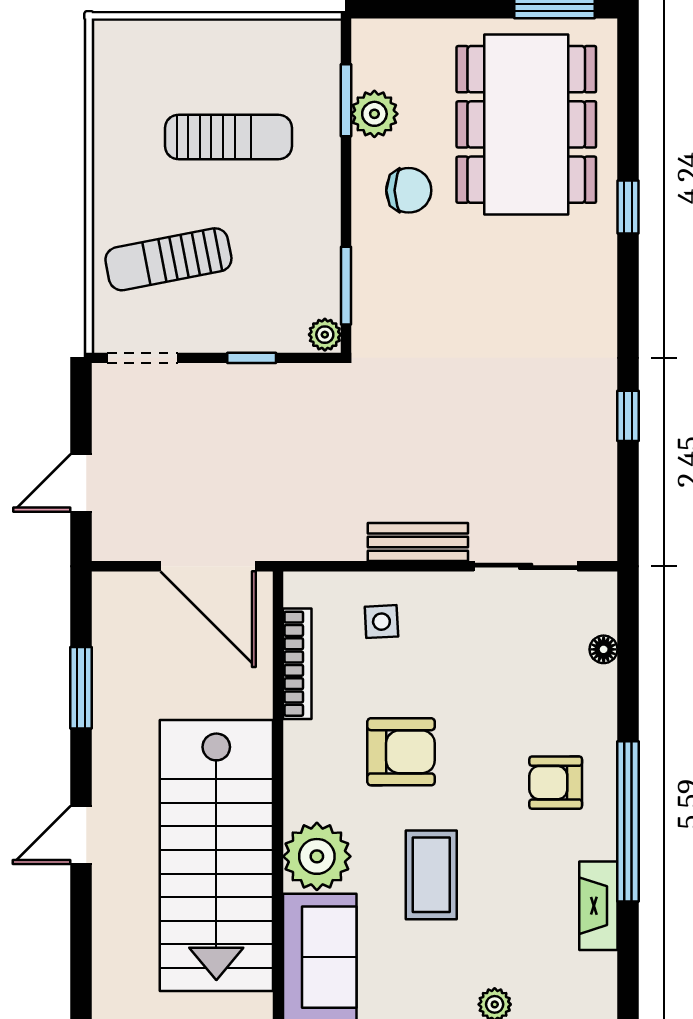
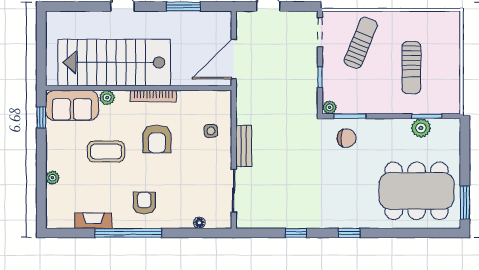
chair: (409, 190) -> (347, 138), moved, turned -90
window: (628, 207) -> (349, 233), moved
sun lounger: (168, 259) -> (361, 43), turned 33
bookcase: (297, 664) -> (153, 96), moved
plant: (317, 856) -> (107, 98), width x0.53, depth x0.53

